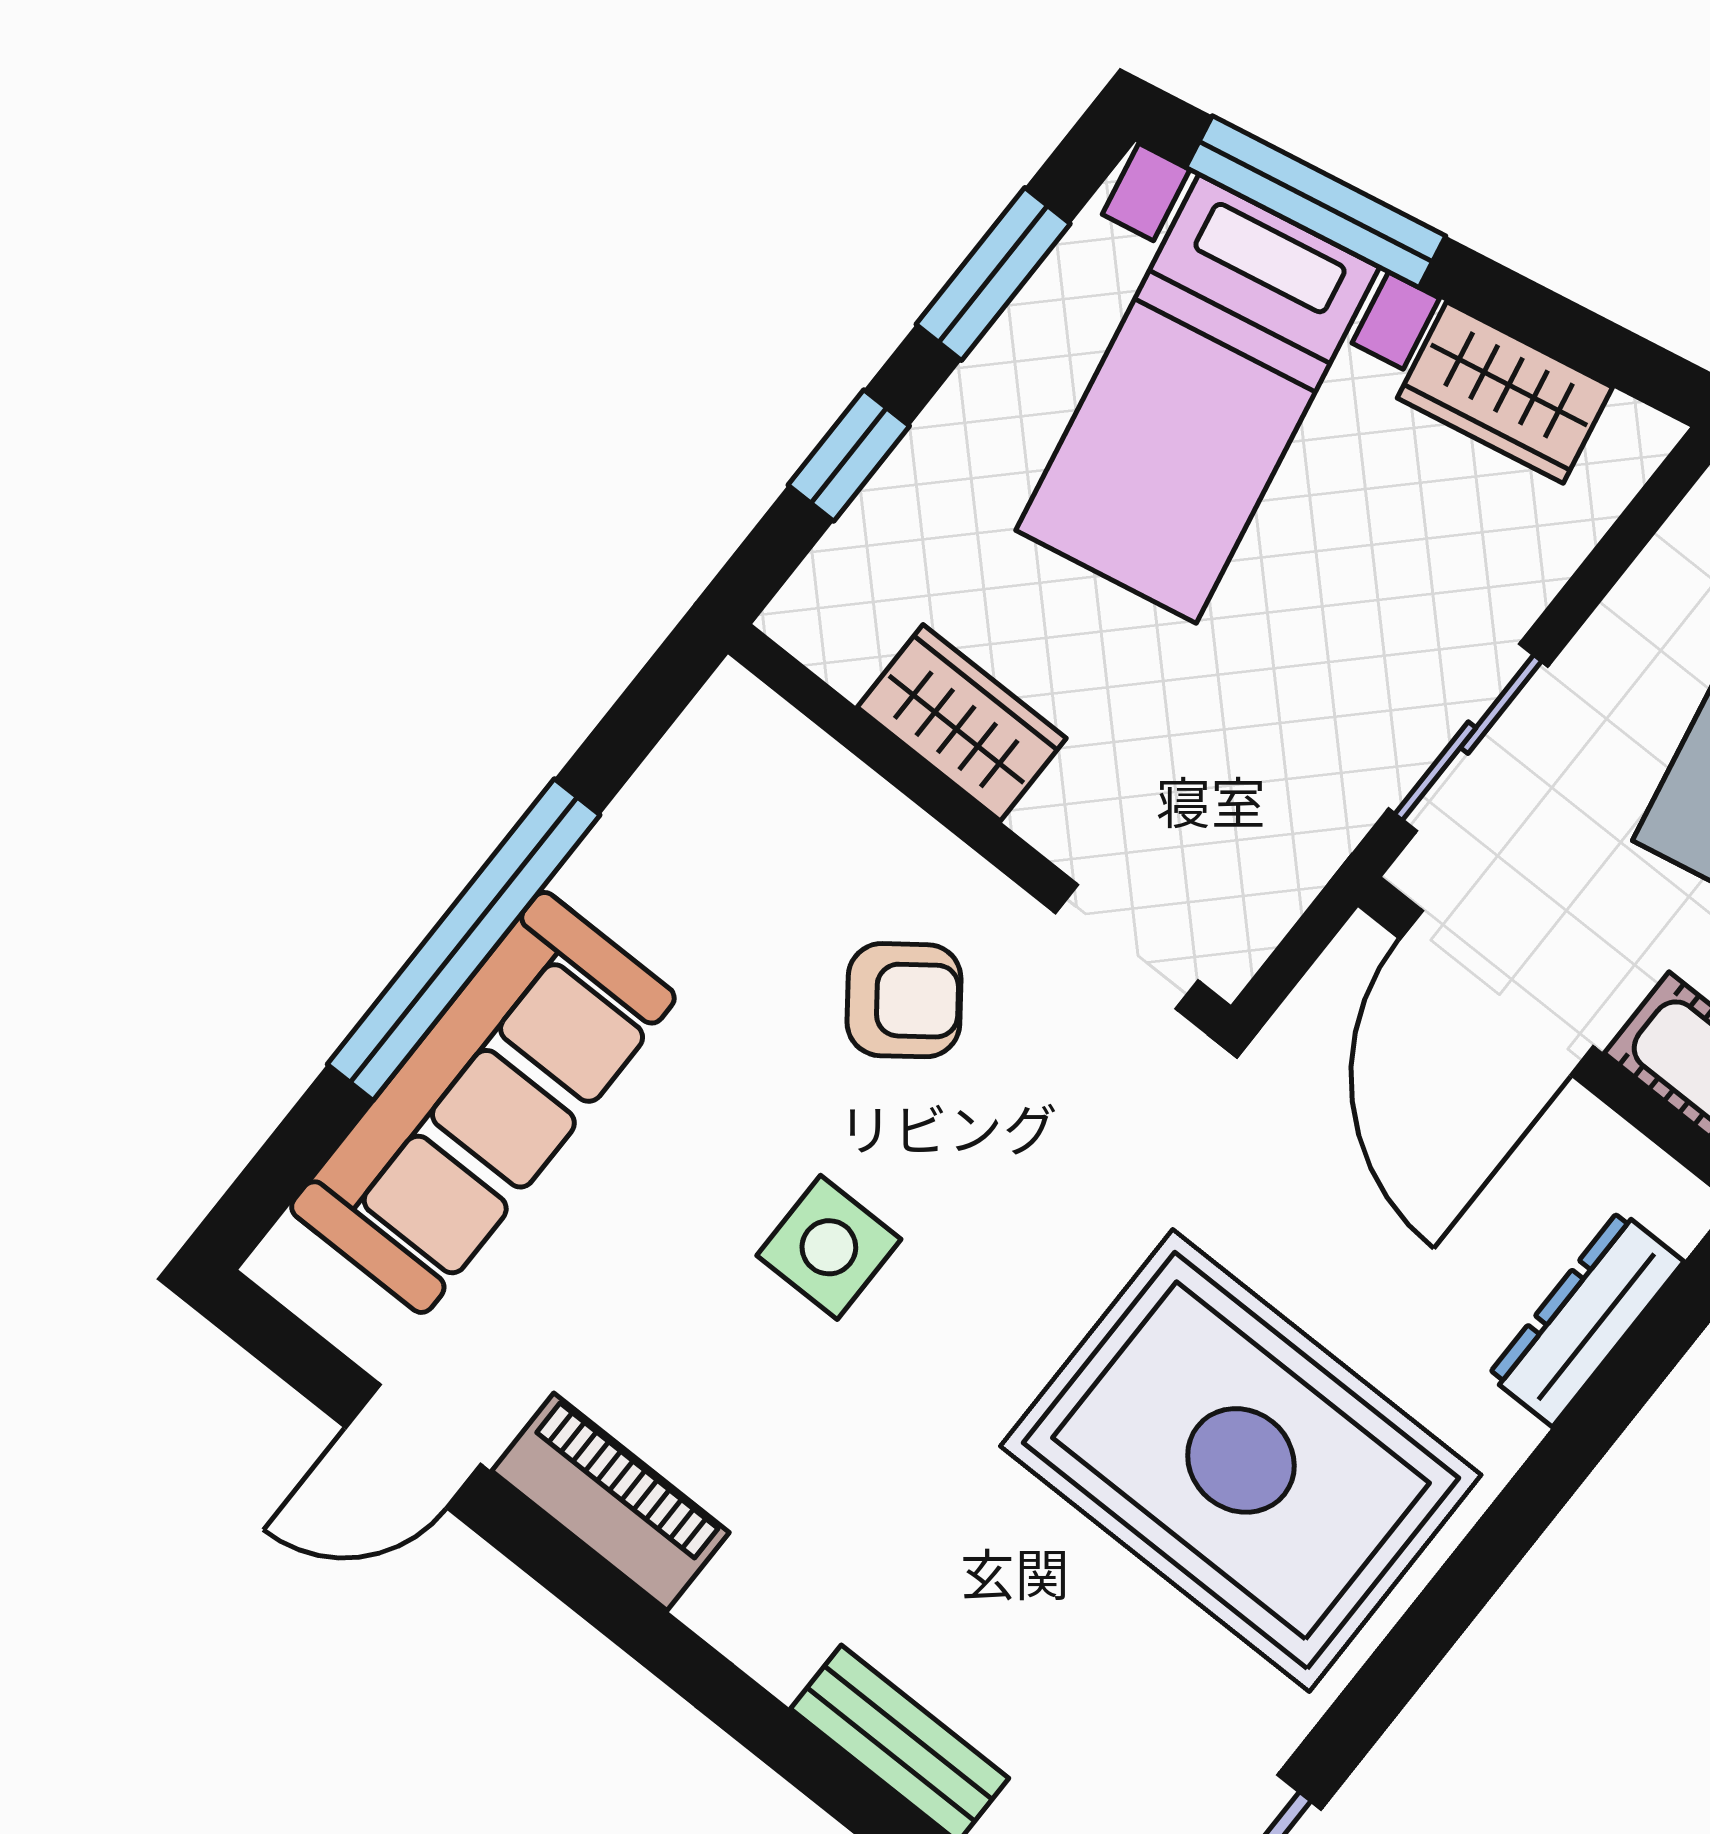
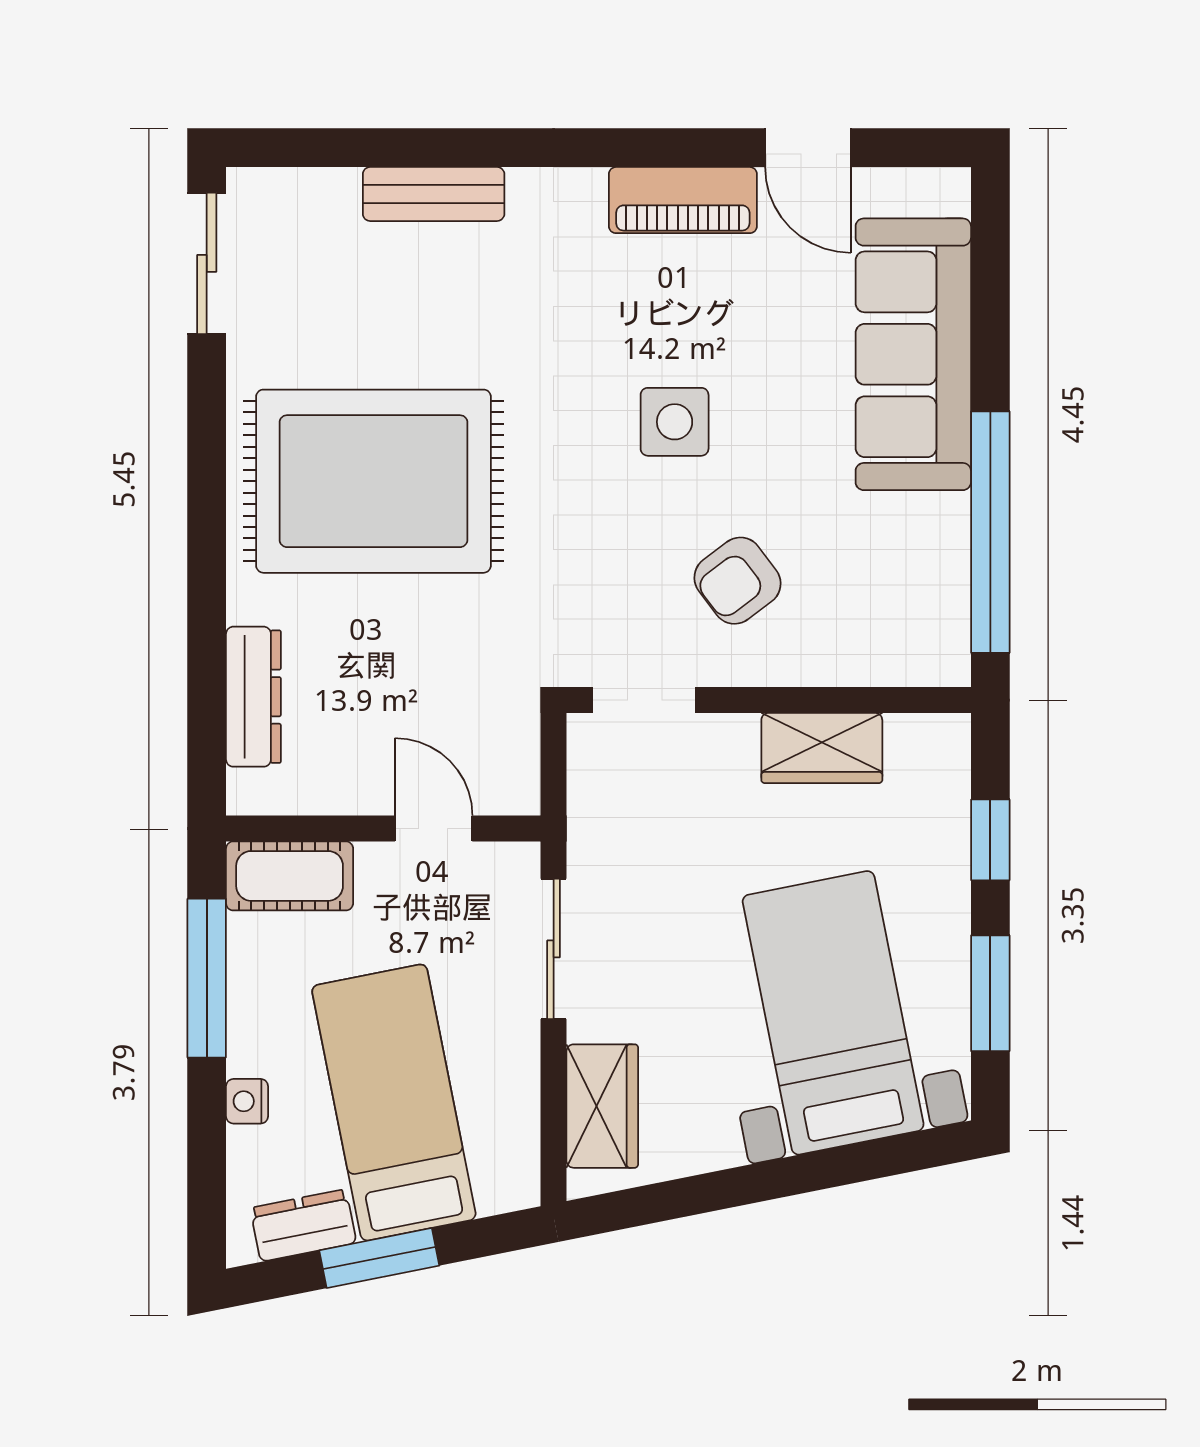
window: (1316, 202) -> (853, 1164), removed
wardrobe: (1505, 393) -> (602, 1106), moved, turned 101
window: (464, 940) -> (990, 532), moved
door: (1497, 993) -> (434, 829), width x0.53
door: (413, 1446) -> (808, 148), swing flipped

